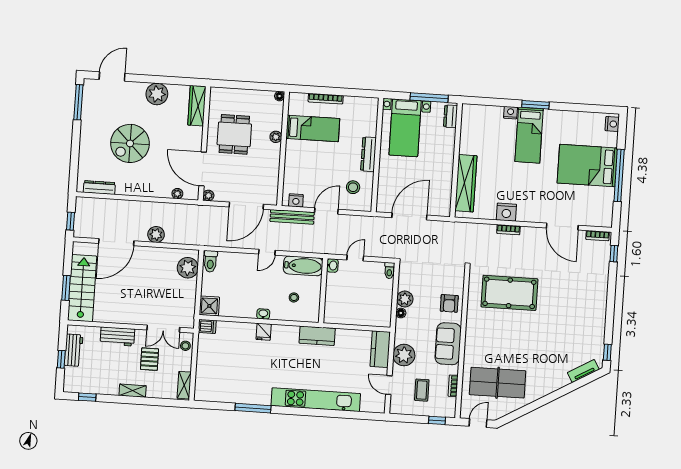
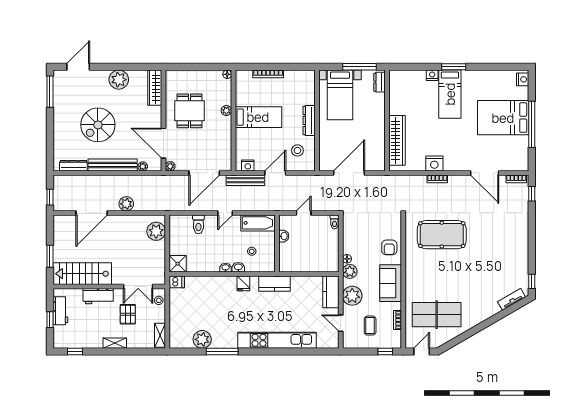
bed: (313, 128) -> (258, 117), moved
bench: (144, 190) -> (113, 165), added
toilet: (210, 261) -> (198, 224), moved
washbasin: (332, 265) -> (284, 236), moved
stairs: (82, 288) -> (82, 274), moved, turned -90
plant: (405, 299) -> (350, 271), moved
washbasin: (278, 314) -> (238, 267), added
fridge: (264, 332) -> (243, 283), moved
plant: (231, 393) -> (202, 339), added

